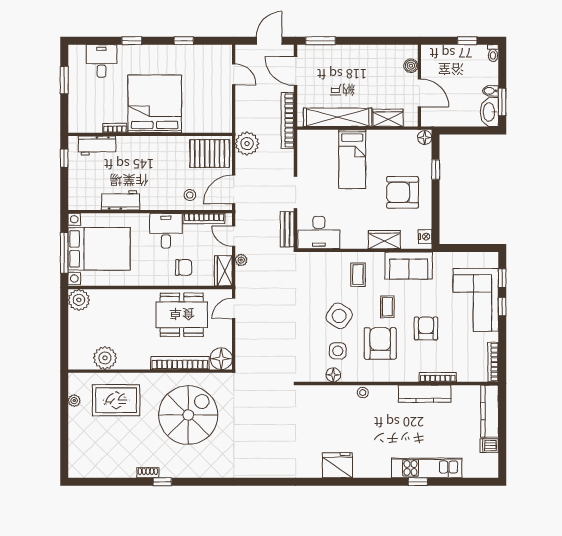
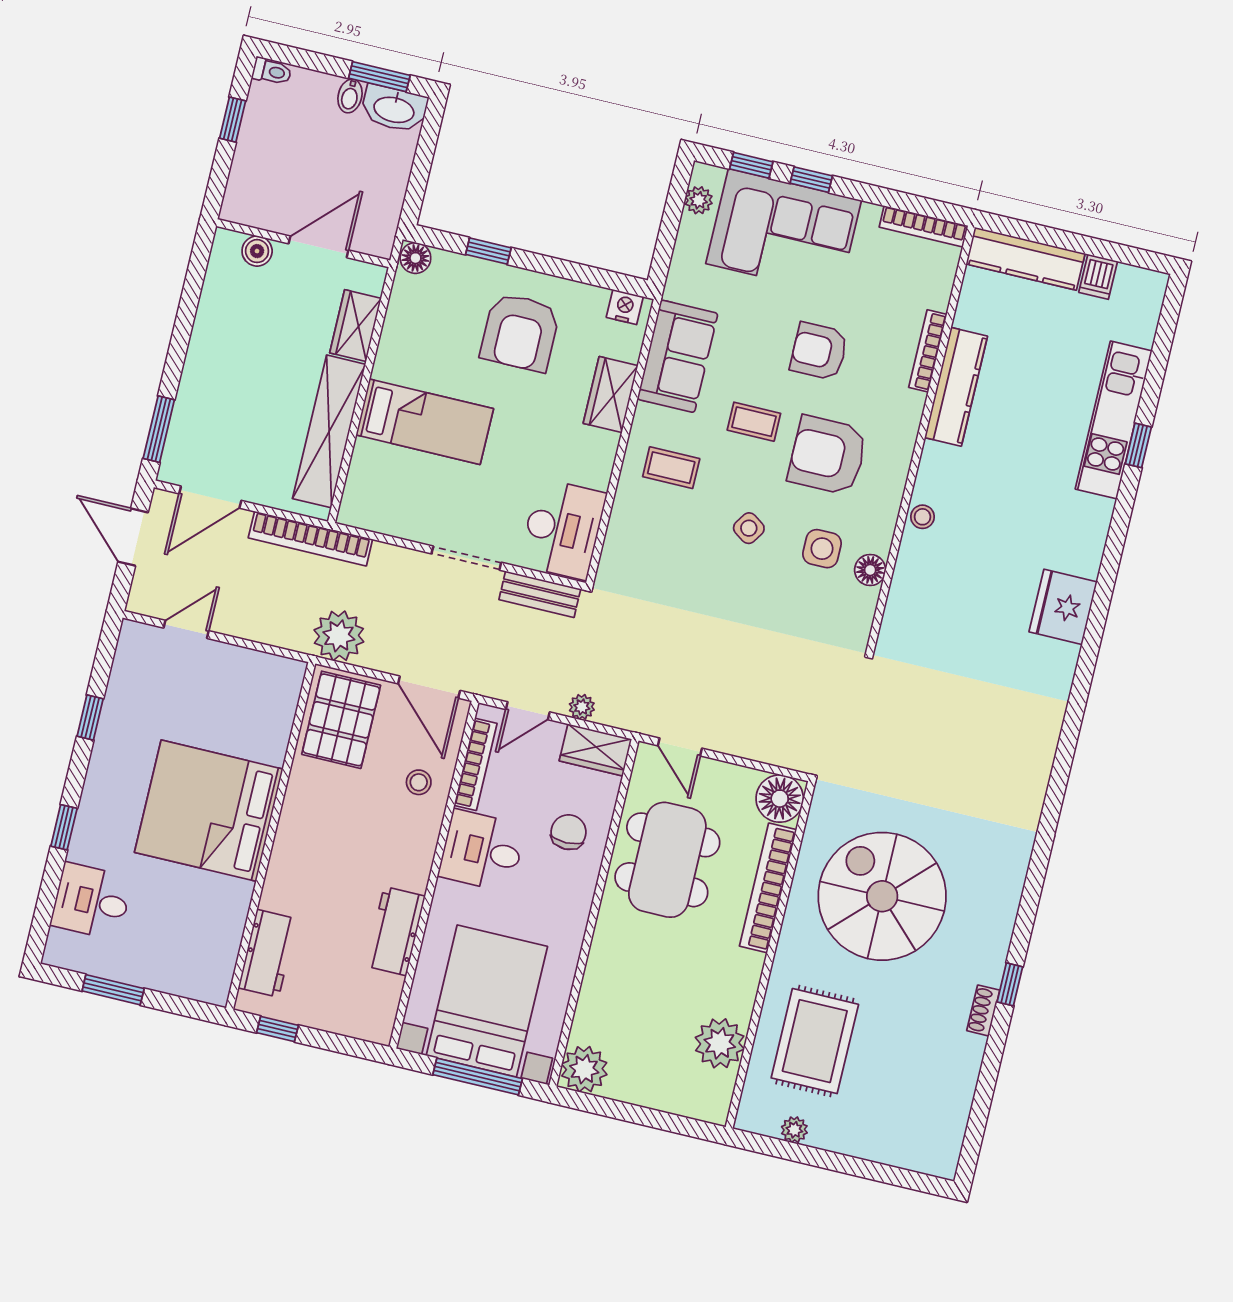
bookcase: (115, 128) -> (240, 907), removed
plant: (481, 258) -> (699, 200), added
side table: (339, 316) -> (749, 528), width x0.54, depth x0.54

